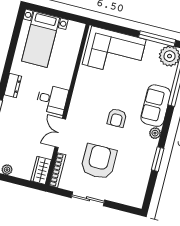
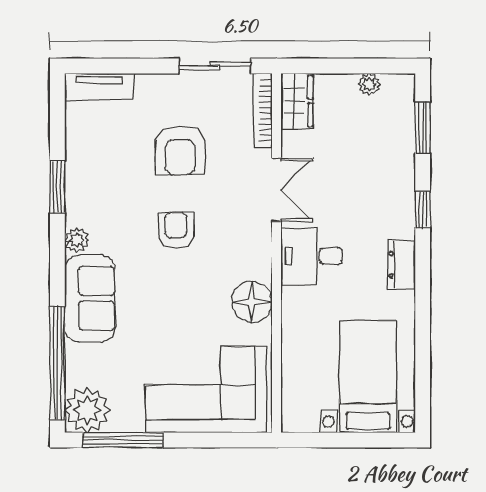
floor lamp: (84, 86) -> (252, 302), added
armchair: (117, 118) -> (176, 230), moved
armchair: (99, 162) -> (180, 150), width x0.73, depth x0.73
sliding door: (88, 199) -> (215, 66), moved
tv unit: (128, 199) -> (99, 86), added

